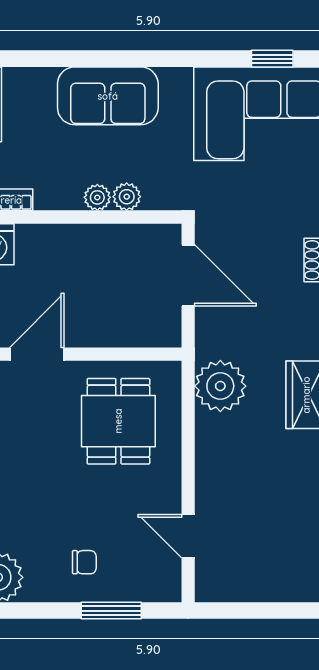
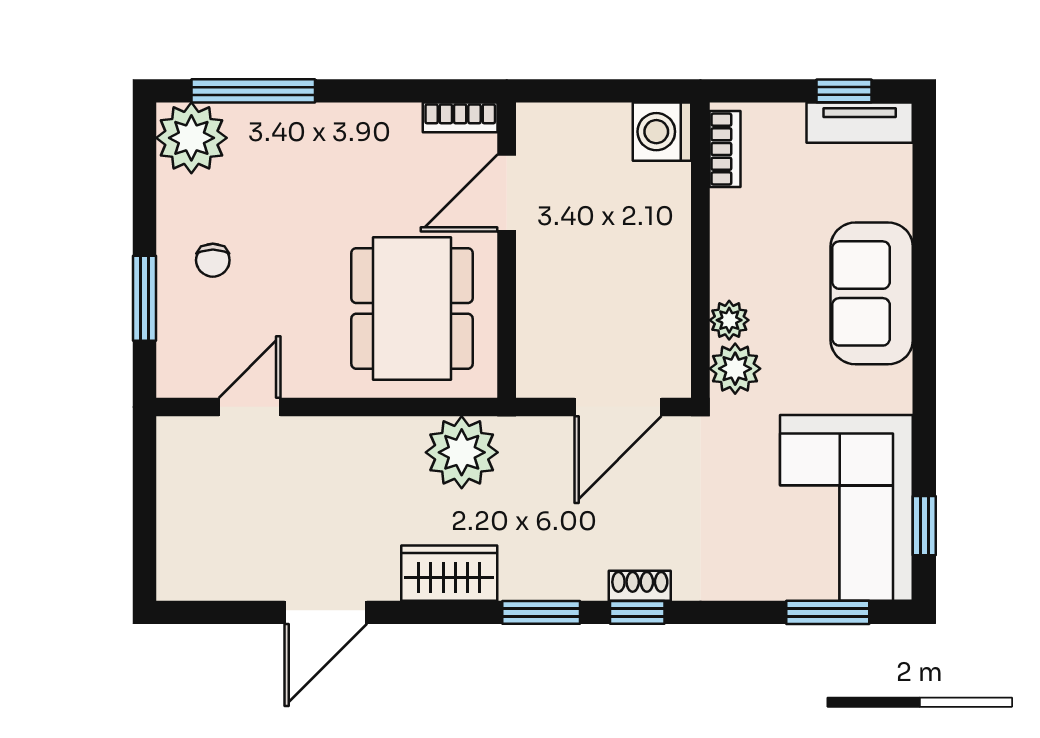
plant: (97, 197) -> (735, 369), moved, width x1.38, depth x1.38
door: (37, 354) -> (507, 193), swing flipped
dining table: (118, 421) -> (412, 308), width x1.38

